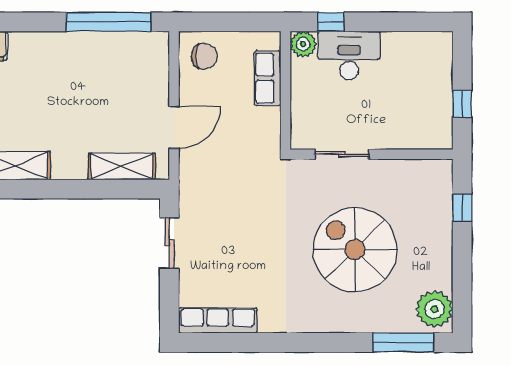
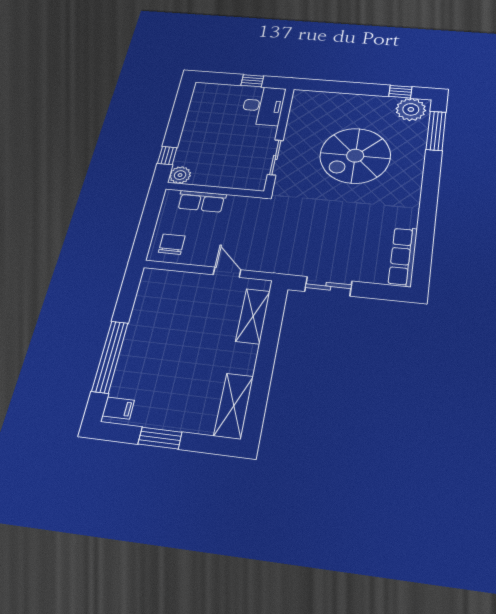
window: (109, 22) -> (110, 357), moved
desk: (349, 55) -> (263, 106), moved, turned 180
door: (174, 127) -> (227, 272), width x0.73
window: (462, 208) -> (400, 92), moved

